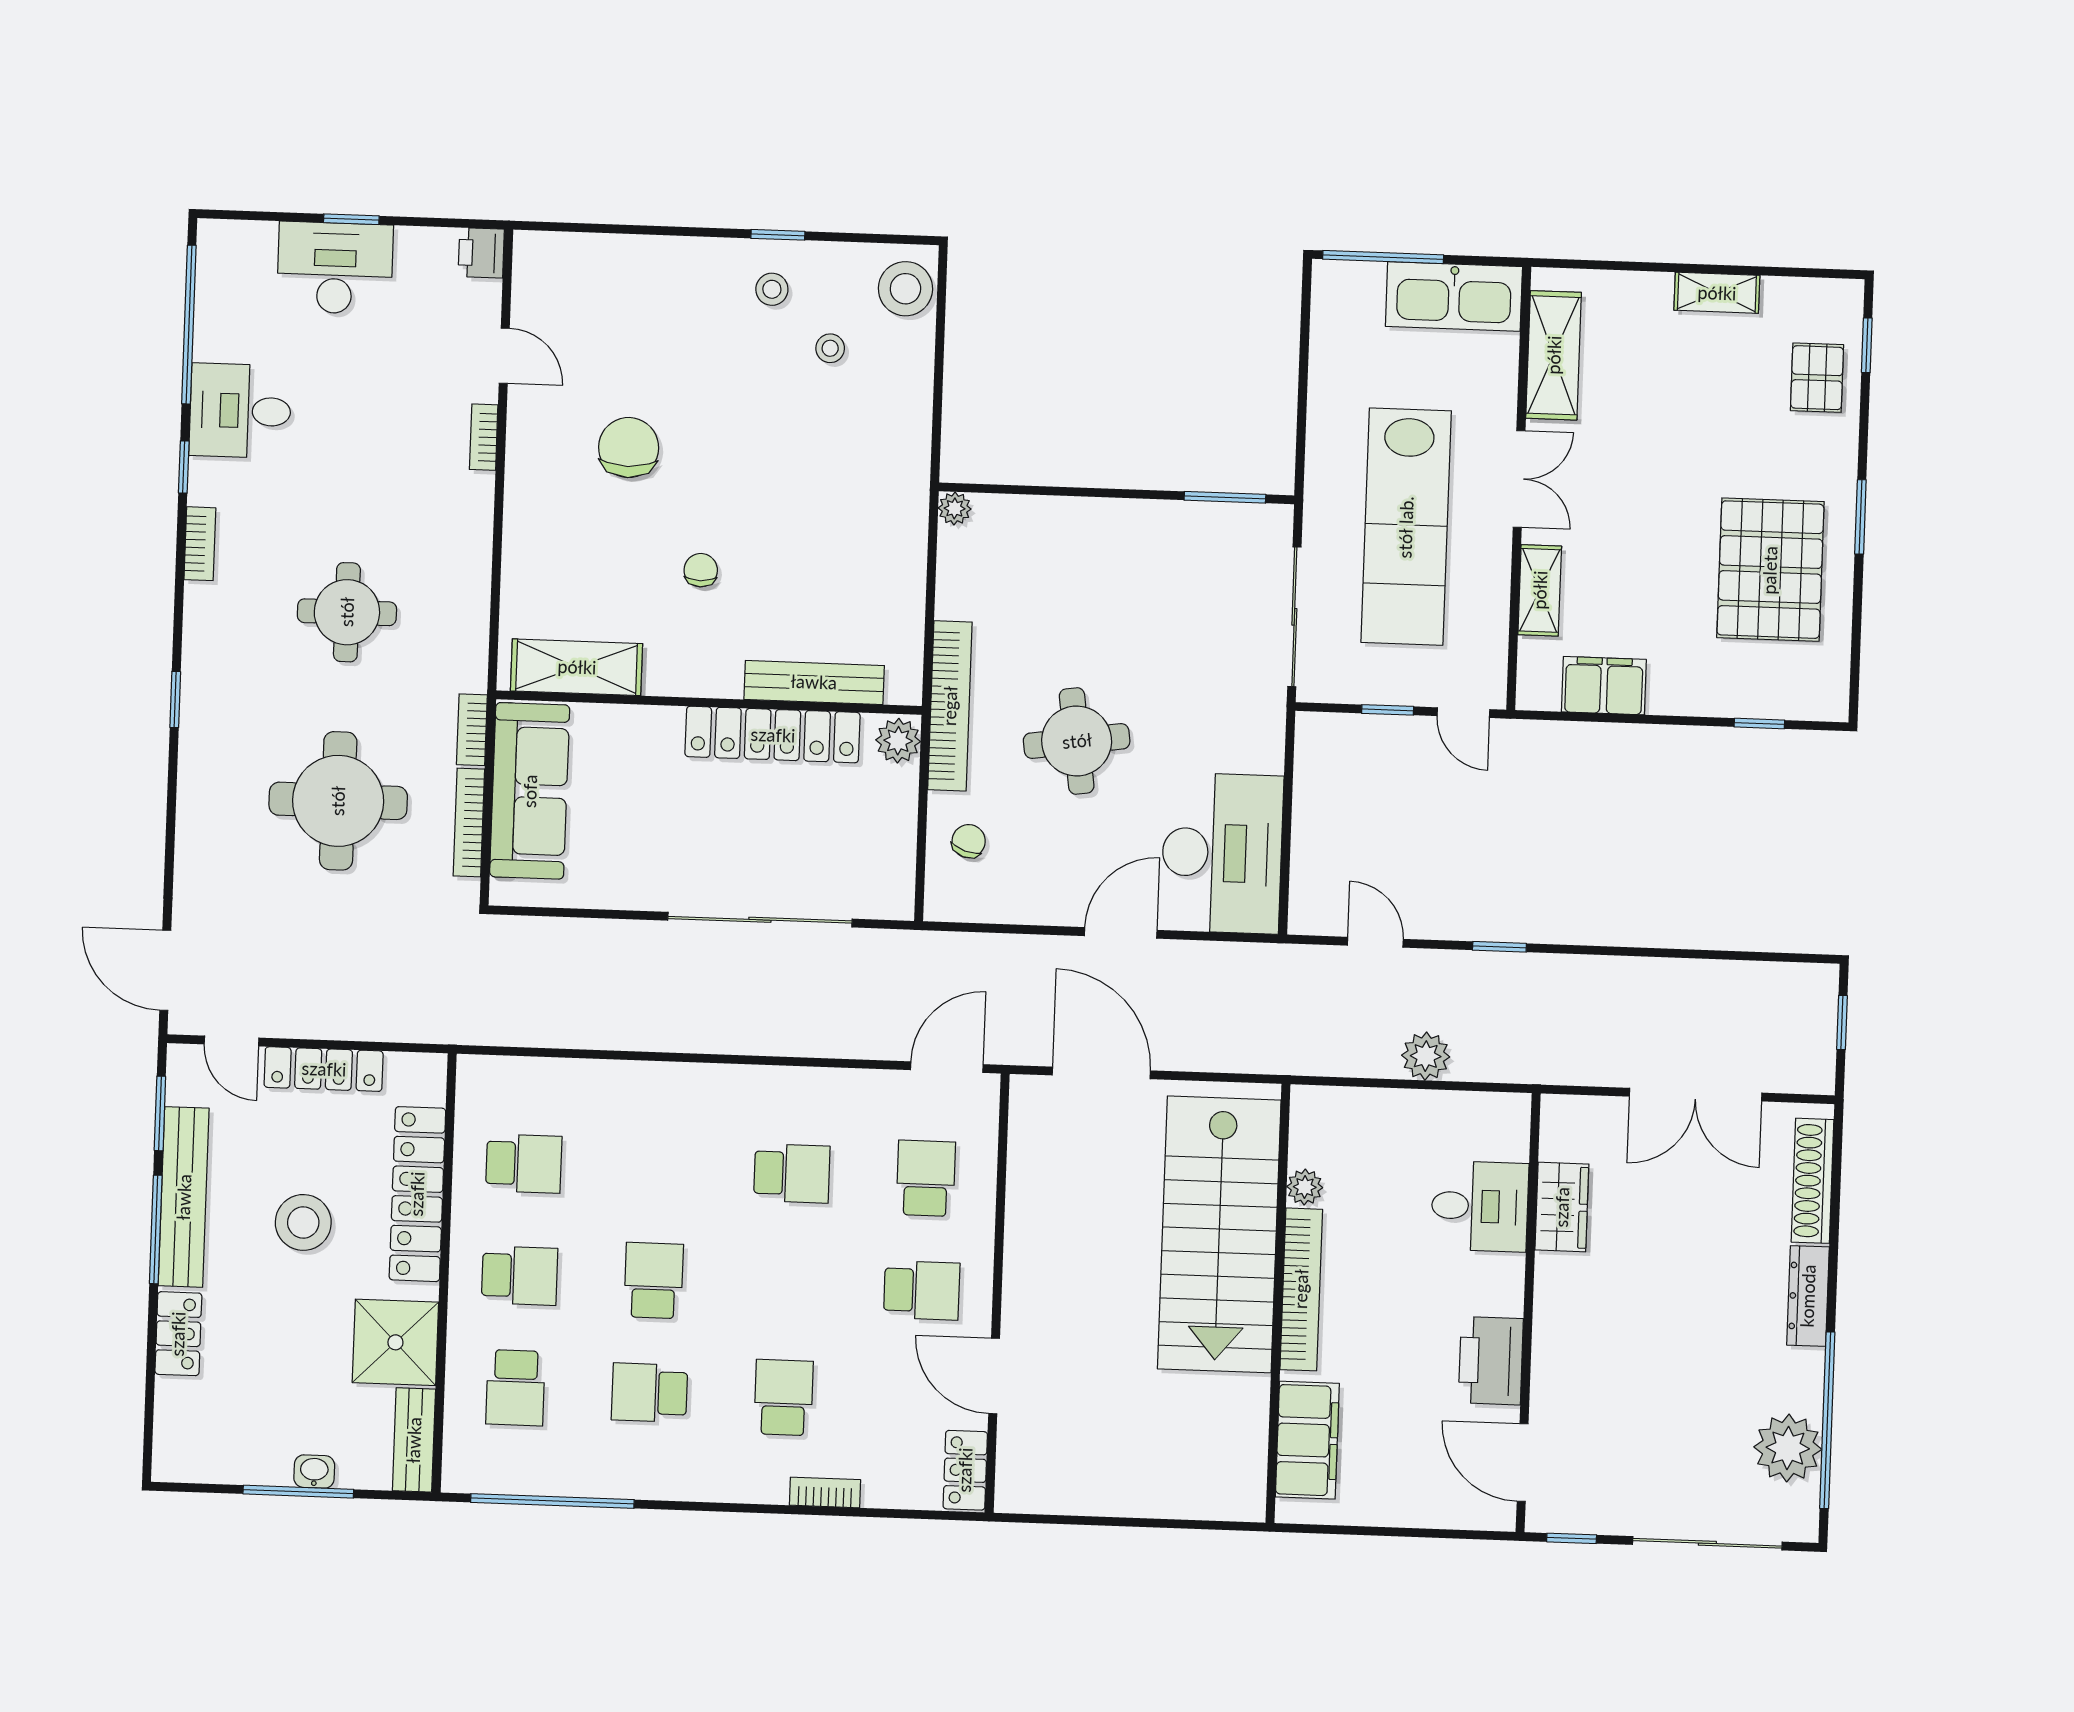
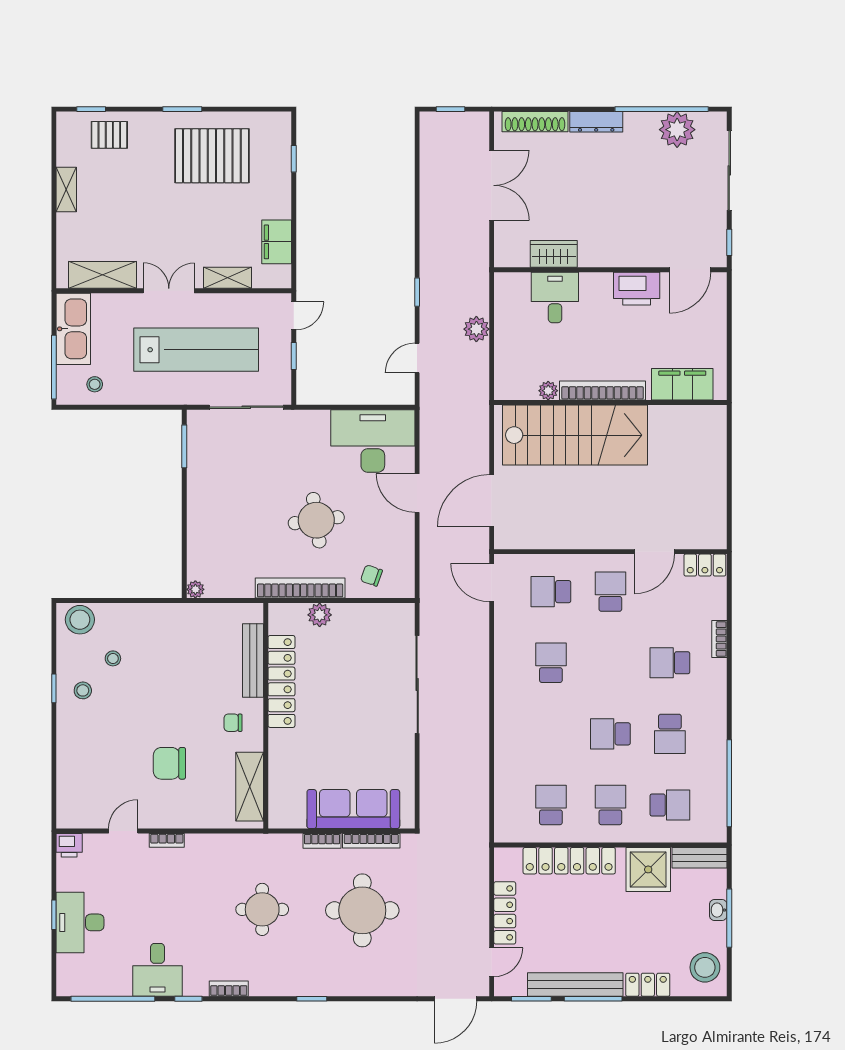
stool: (1348, 333) -> (95, 384), added
shelving: (577, 667) -> (250, 787), moved
bench: (814, 682) -> (253, 660), moved
wall: (709, 703) -> (266, 716), moved
locker: (773, 735) -> (281, 681), moved
stool: (303, 1222) -> (705, 967), moved

